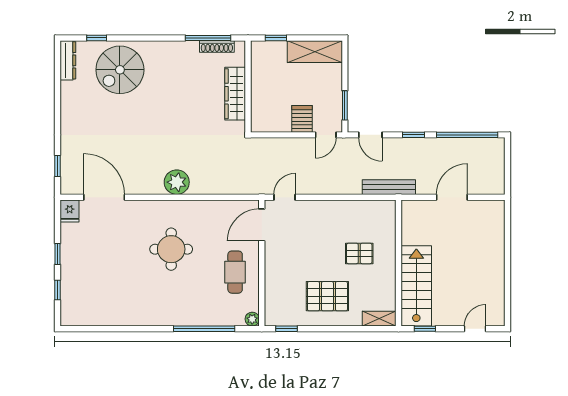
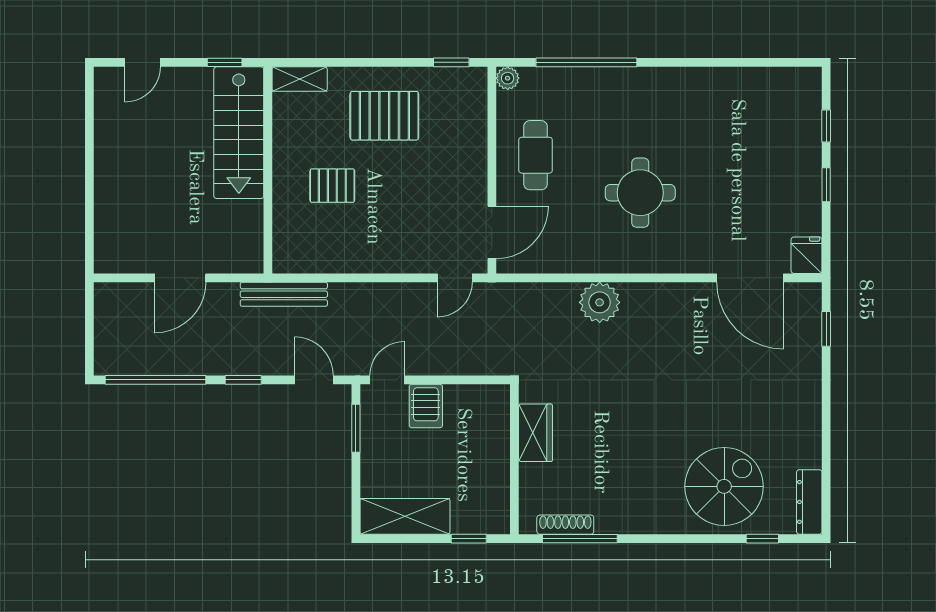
wardrobe: (235, 94) -> (536, 433), width x0.67
plant: (177, 182) -> (600, 302), moved

